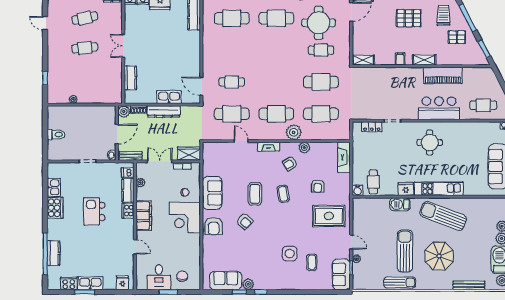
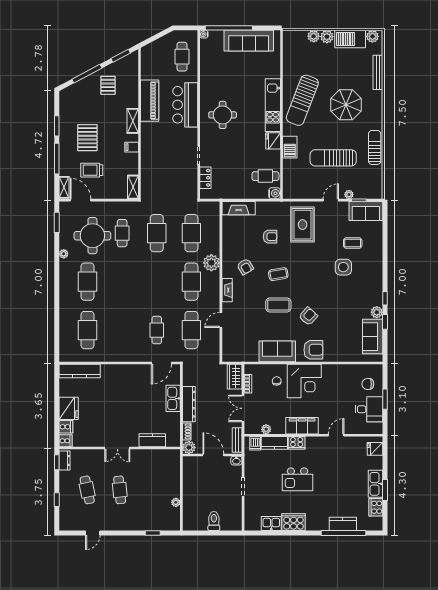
trolley: (443, 15) -> (92, 170), moved
plant: (304, 148) -> (228, 251), removed
sun lounger: (405, 251) -> (333, 158), moved

